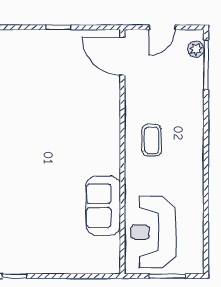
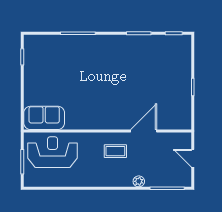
plant: (196, 49) -> (139, 181), moved
door: (122, 56) -> (144, 131), moved
sofa: (103, 206) -> (44, 118), moved

